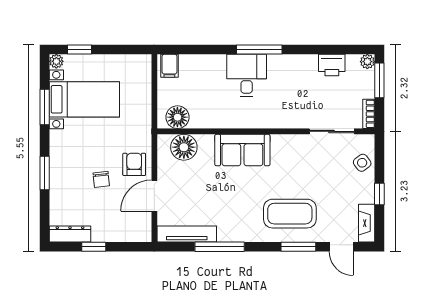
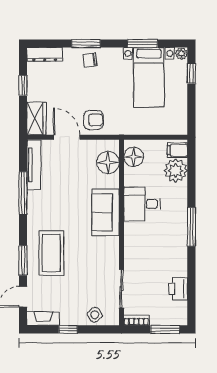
plant: (367, 62) -> (176, 171), moved, width x1.88, depth x1.88
desk: (247, 75) -> (142, 204), moved, turned 180
chair: (101, 179) -> (90, 60), moved
wardrobe: (132, 231) -> (36, 118), added
dresser: (70, 234) -> (45, 54), moved, turned 90

